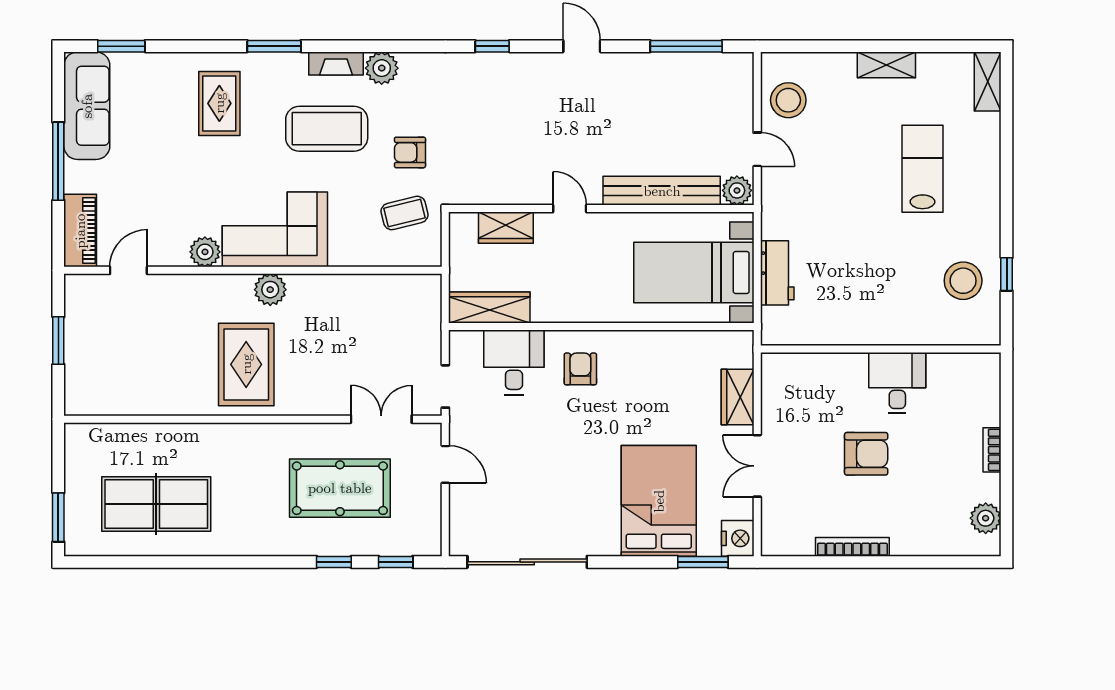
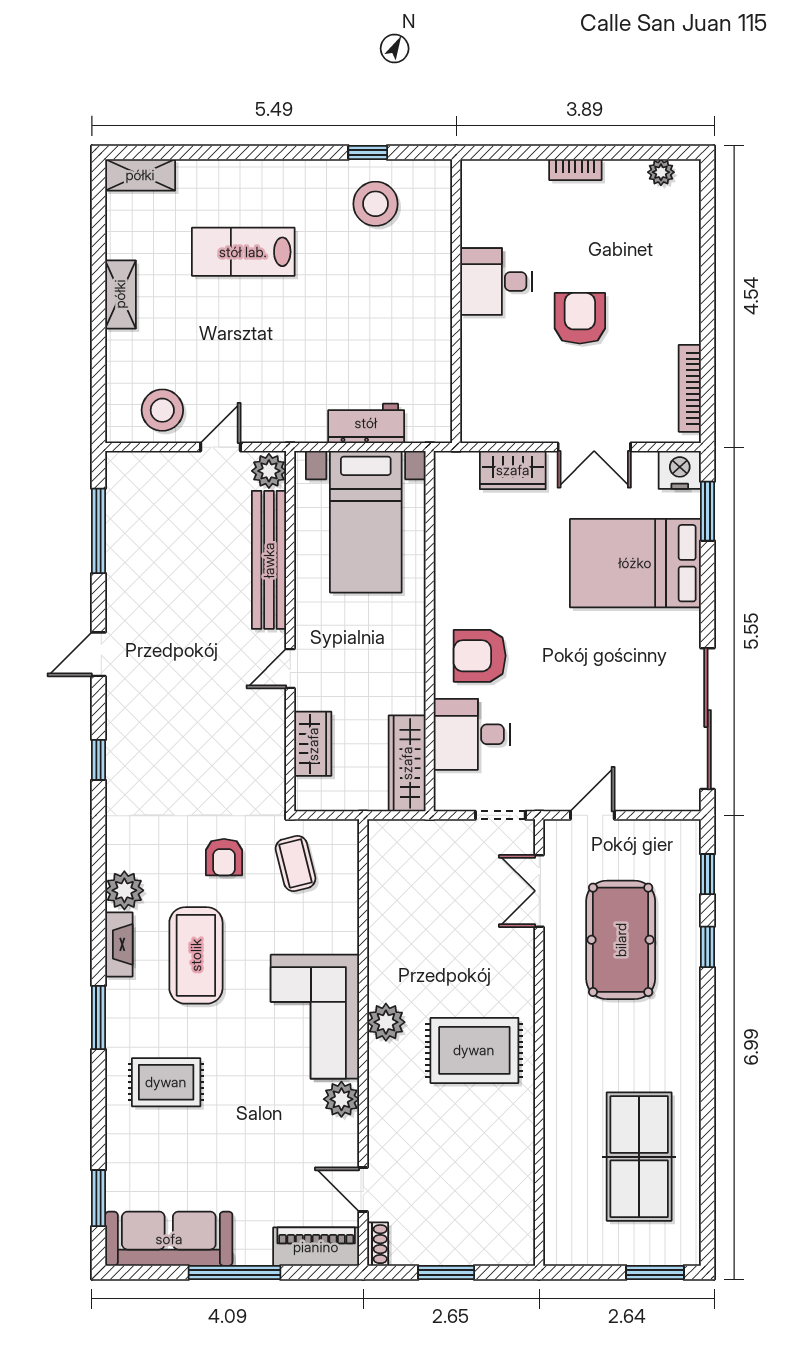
shoe rack: (82, 283) -> (378, 1244), added
armchair: (580, 369) -> (480, 656), width x1.38, depth x1.38
plant: (986, 518) -> (661, 172), width x0.73, depth x0.73
bookcase: (852, 547) -> (690, 388), moved

